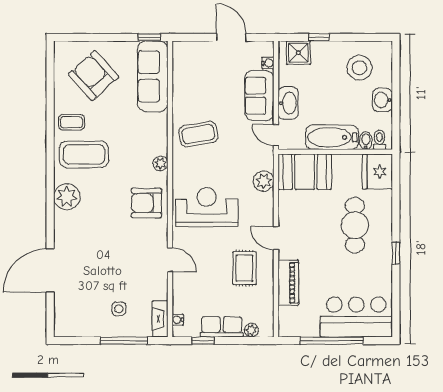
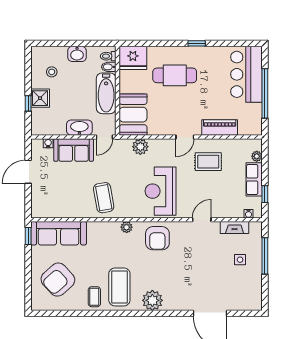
shower: (298, 53) -> (40, 98), moved
stool: (359, 68) -> (52, 72), width x0.53, depth x0.53
fireplace: (160, 319) -> (235, 228), moved

